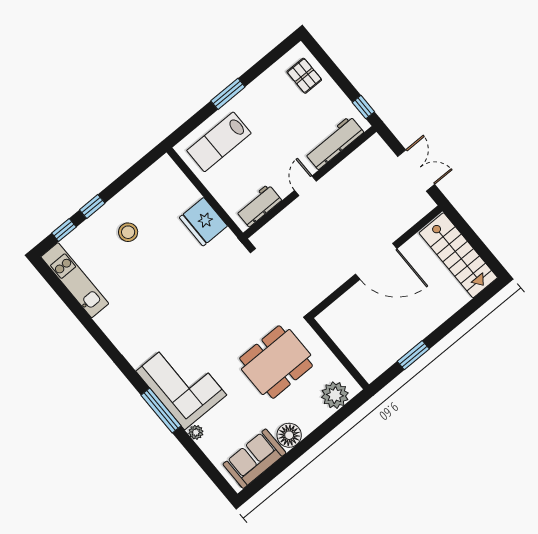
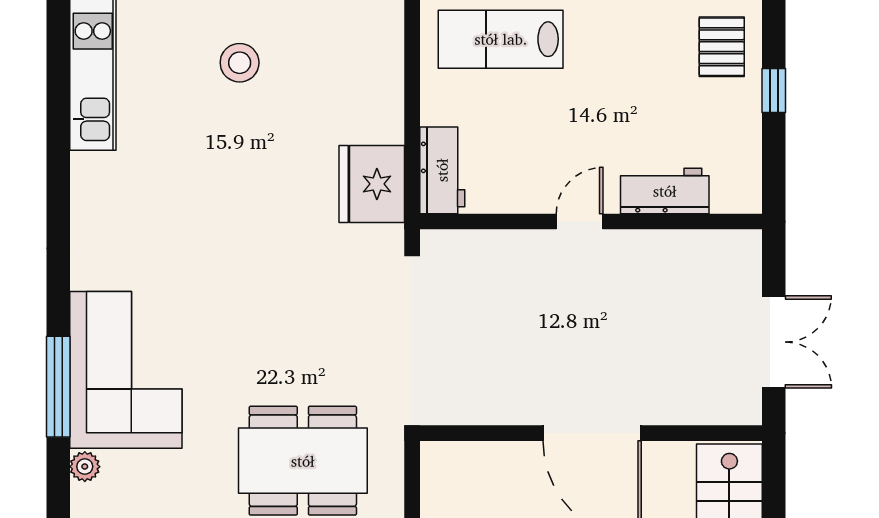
window: (363, 107) -> (774, 90), moved
workbench: (334, 143) -> (665, 191), width x0.73
workbench: (259, 206) -> (442, 170), moved, turned 90
fridge: (203, 222) -> (372, 184), moved

